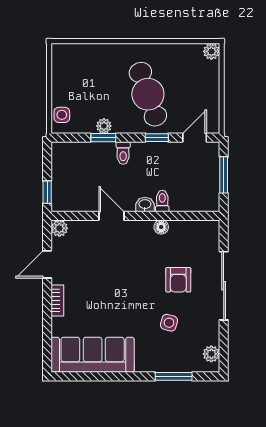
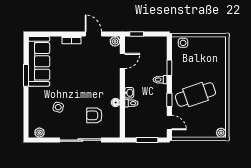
plant: (104, 126) -> (176, 68), removed
door: (111, 216) -> (122, 61), moved
armchair: (178, 280) -> (94, 115), moved
window: (174, 376) -> (26, 75), moved

